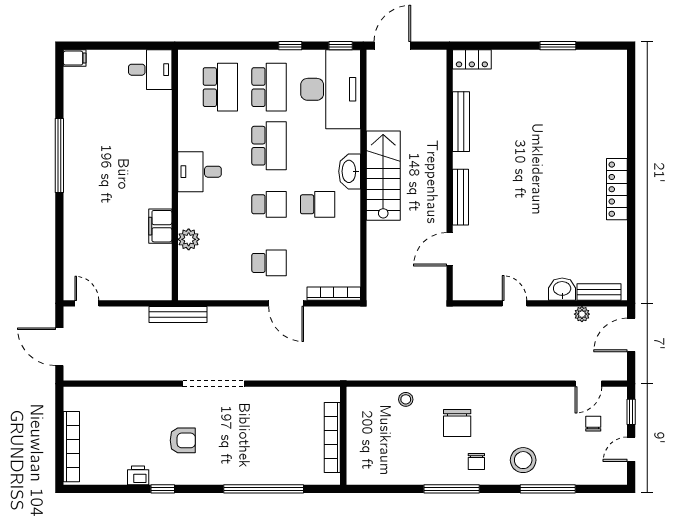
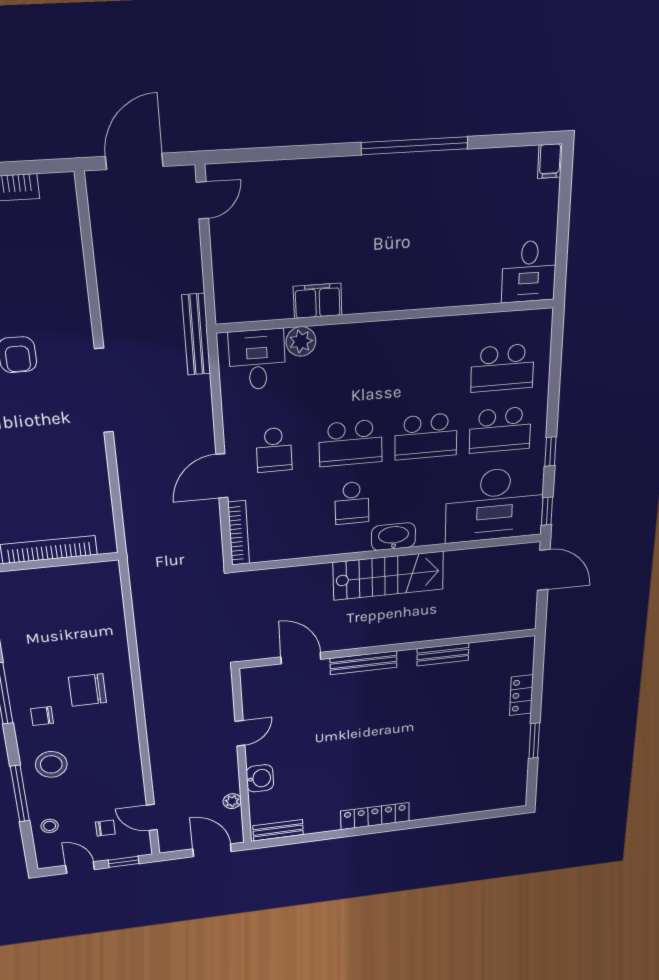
locker: (472, 59) -> (521, 695), moved
bench: (461, 122) -> (443, 654), width x0.73
desk: (199, 172) -> (257, 360), moved
school desk: (269, 204) -> (351, 443), width x1.85
bench: (599, 292) -> (278, 830), moved, turned 90
stool: (406, 399) -> (50, 826), moved

